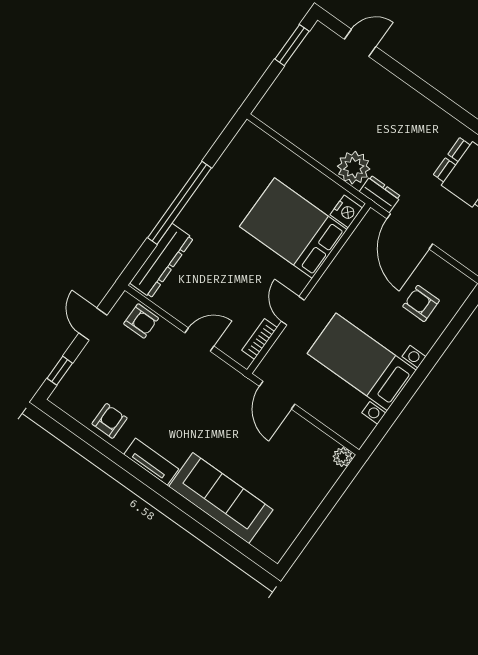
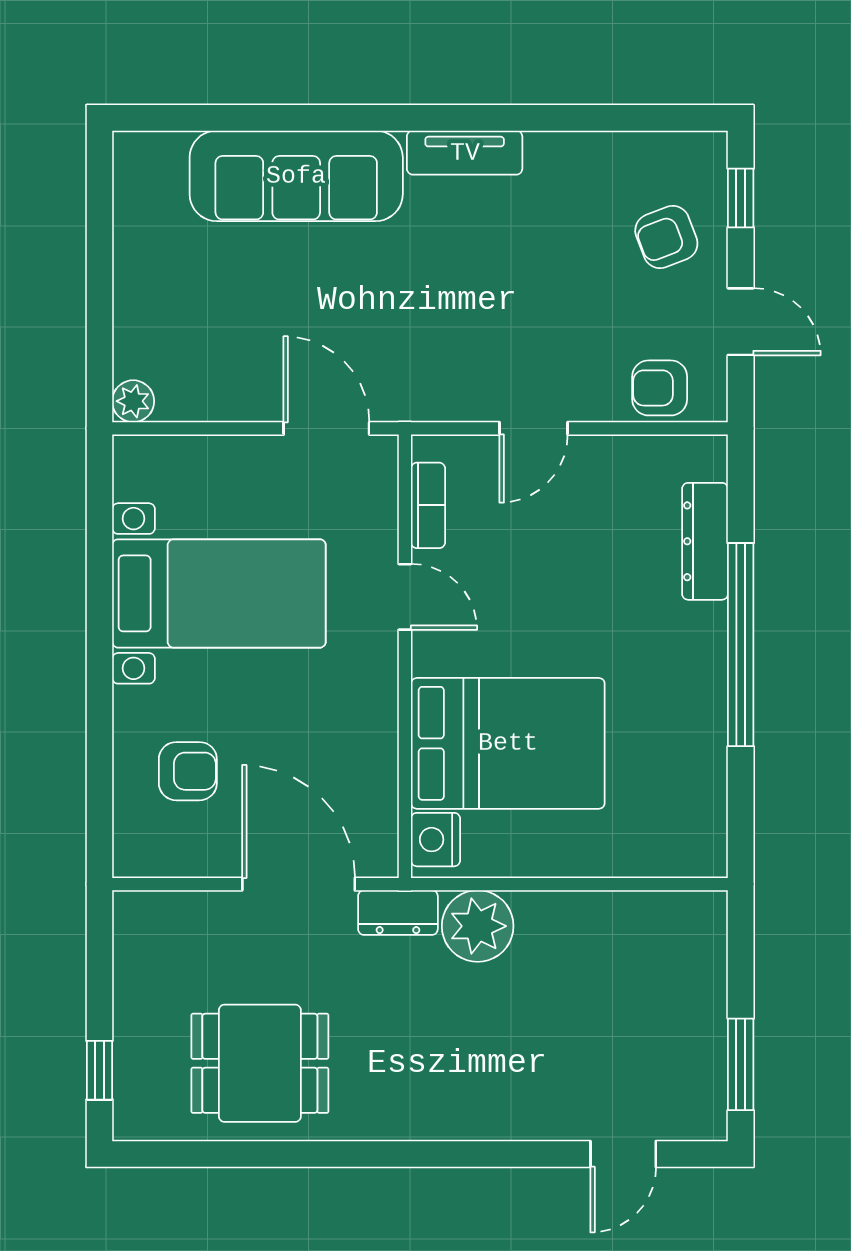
dresser: (162, 261) -> (705, 541), width x0.73, depth x0.80
armchair: (110, 421) -> (666, 237), moved, turned 69

